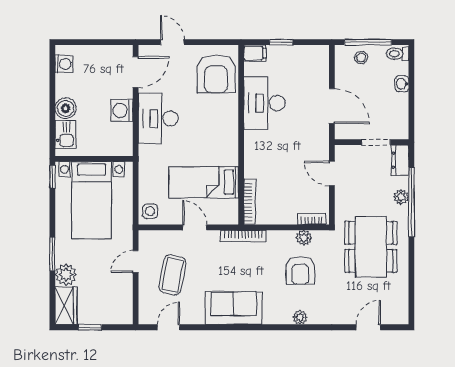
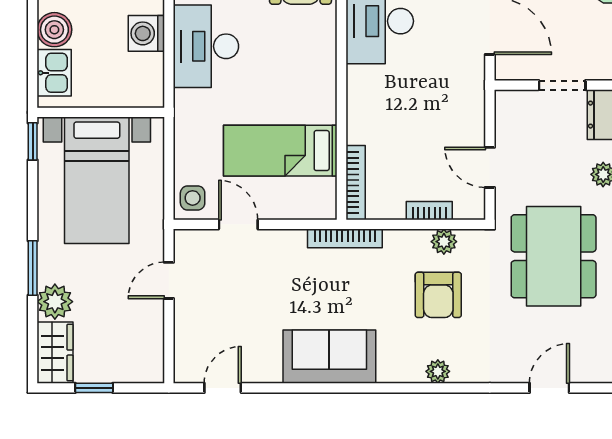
door: (332, 173) -> (490, 167), moved
bookcase: (312, 219) -> (429, 211), moved
door: (195, 227) -> (238, 224), moved
coffee table: (172, 275) -> (229, 302), removed

